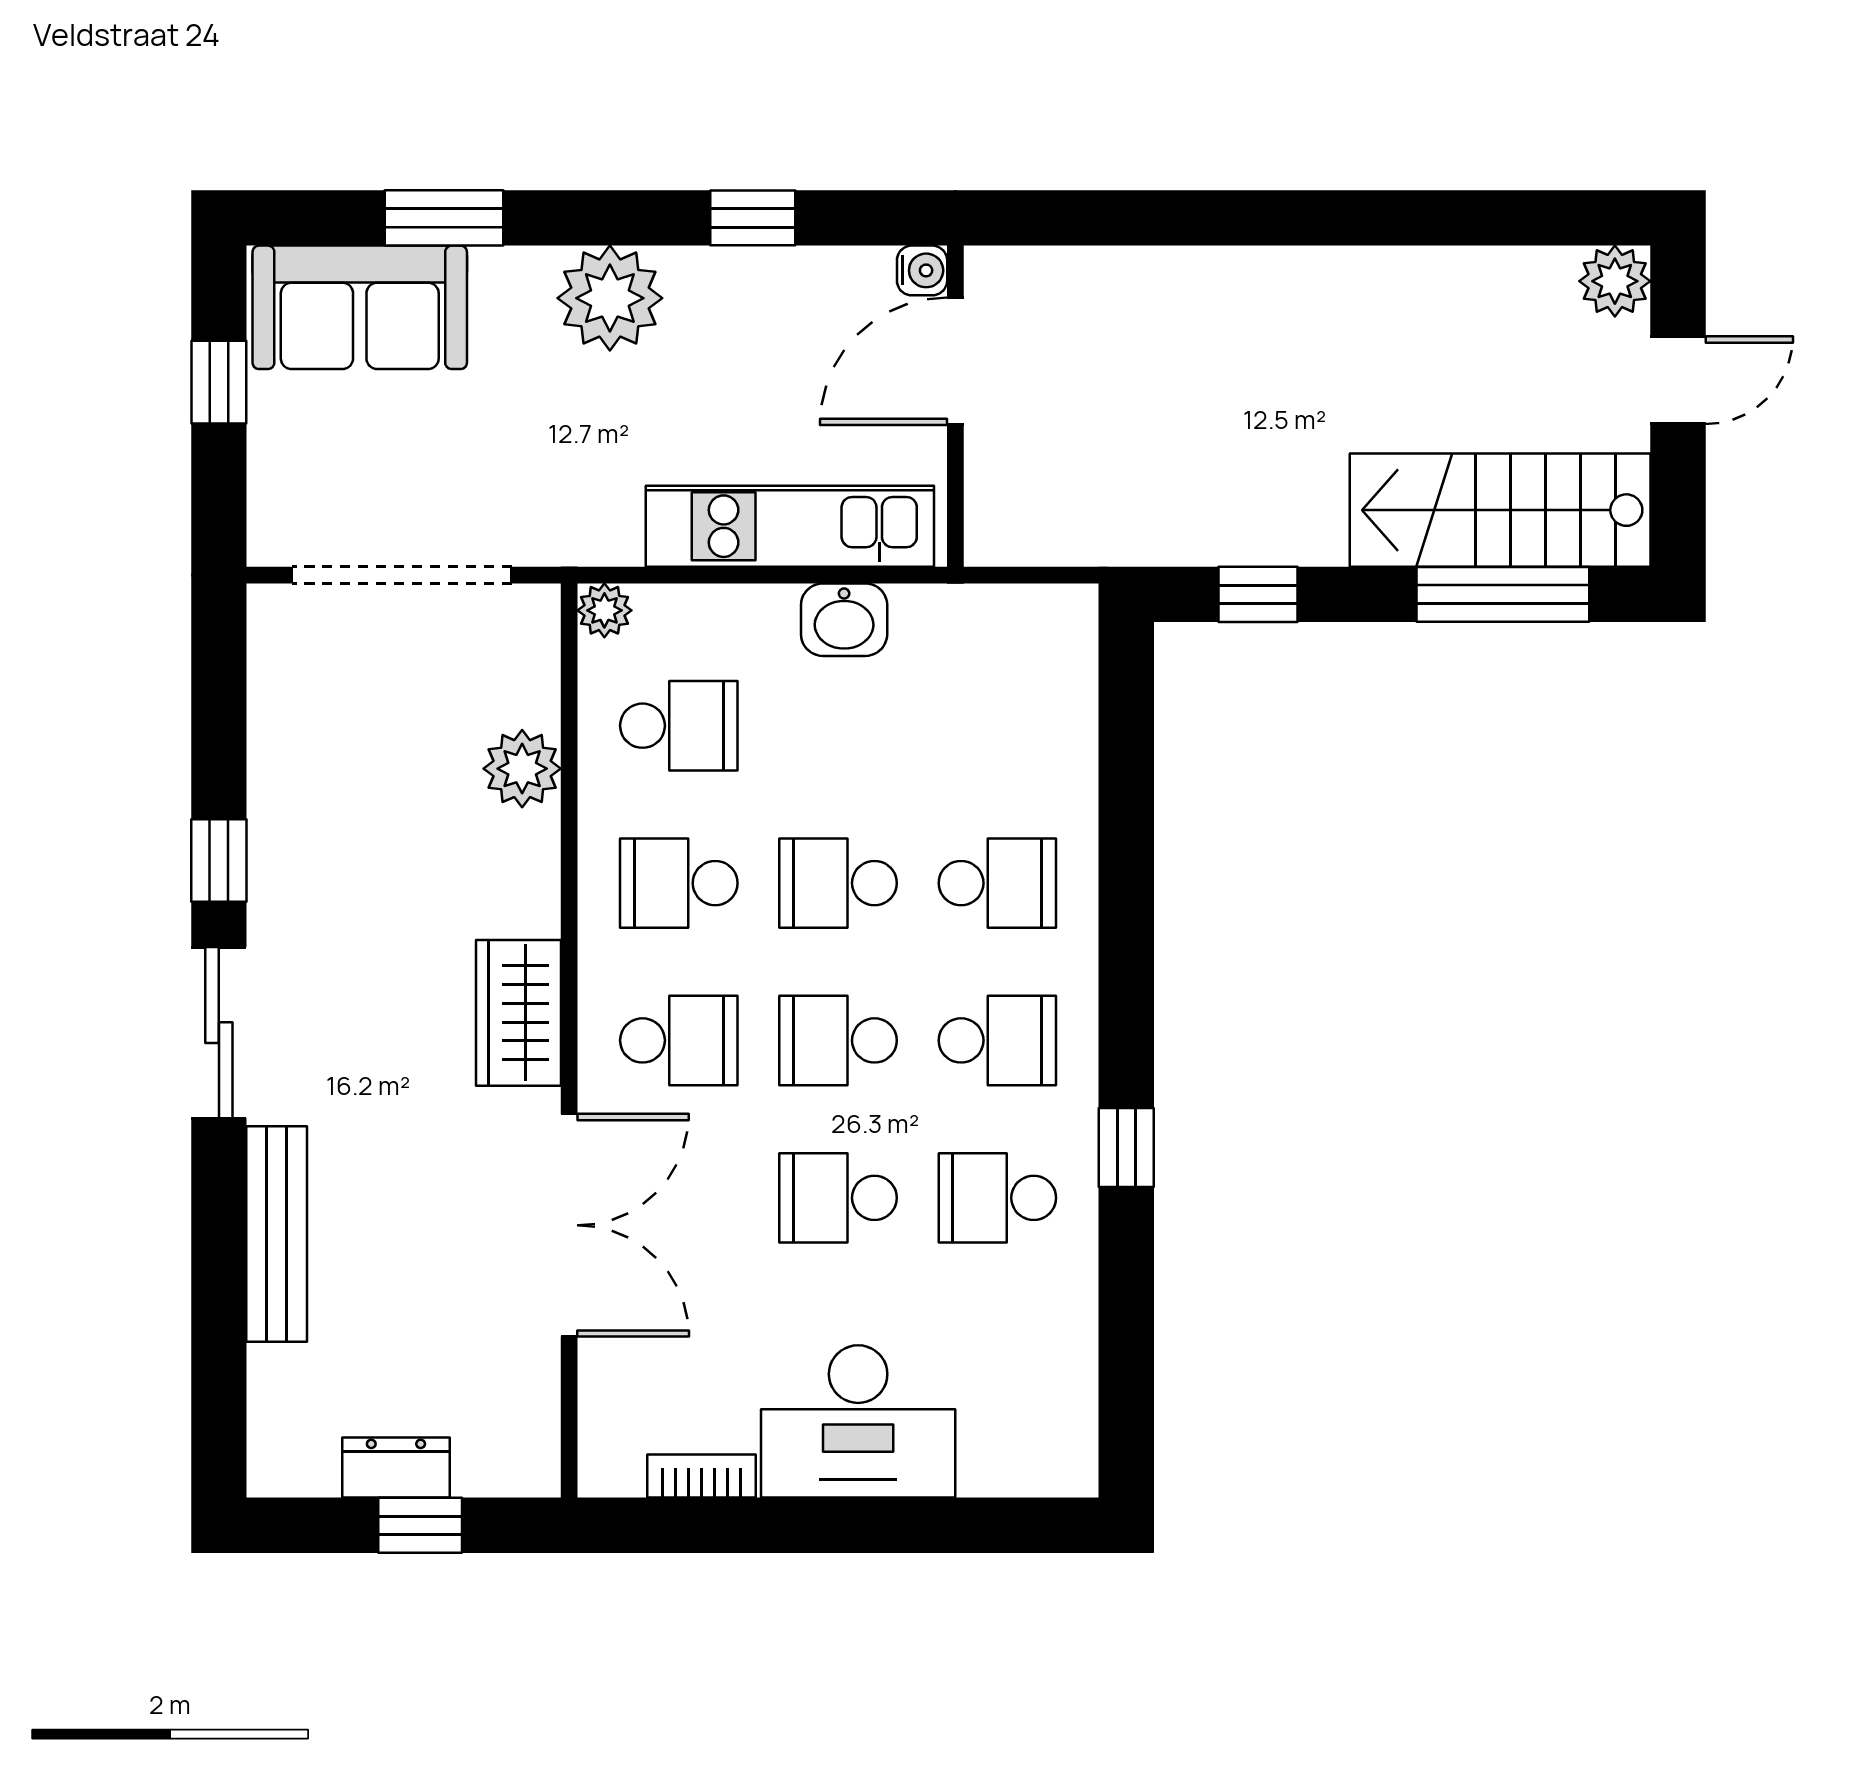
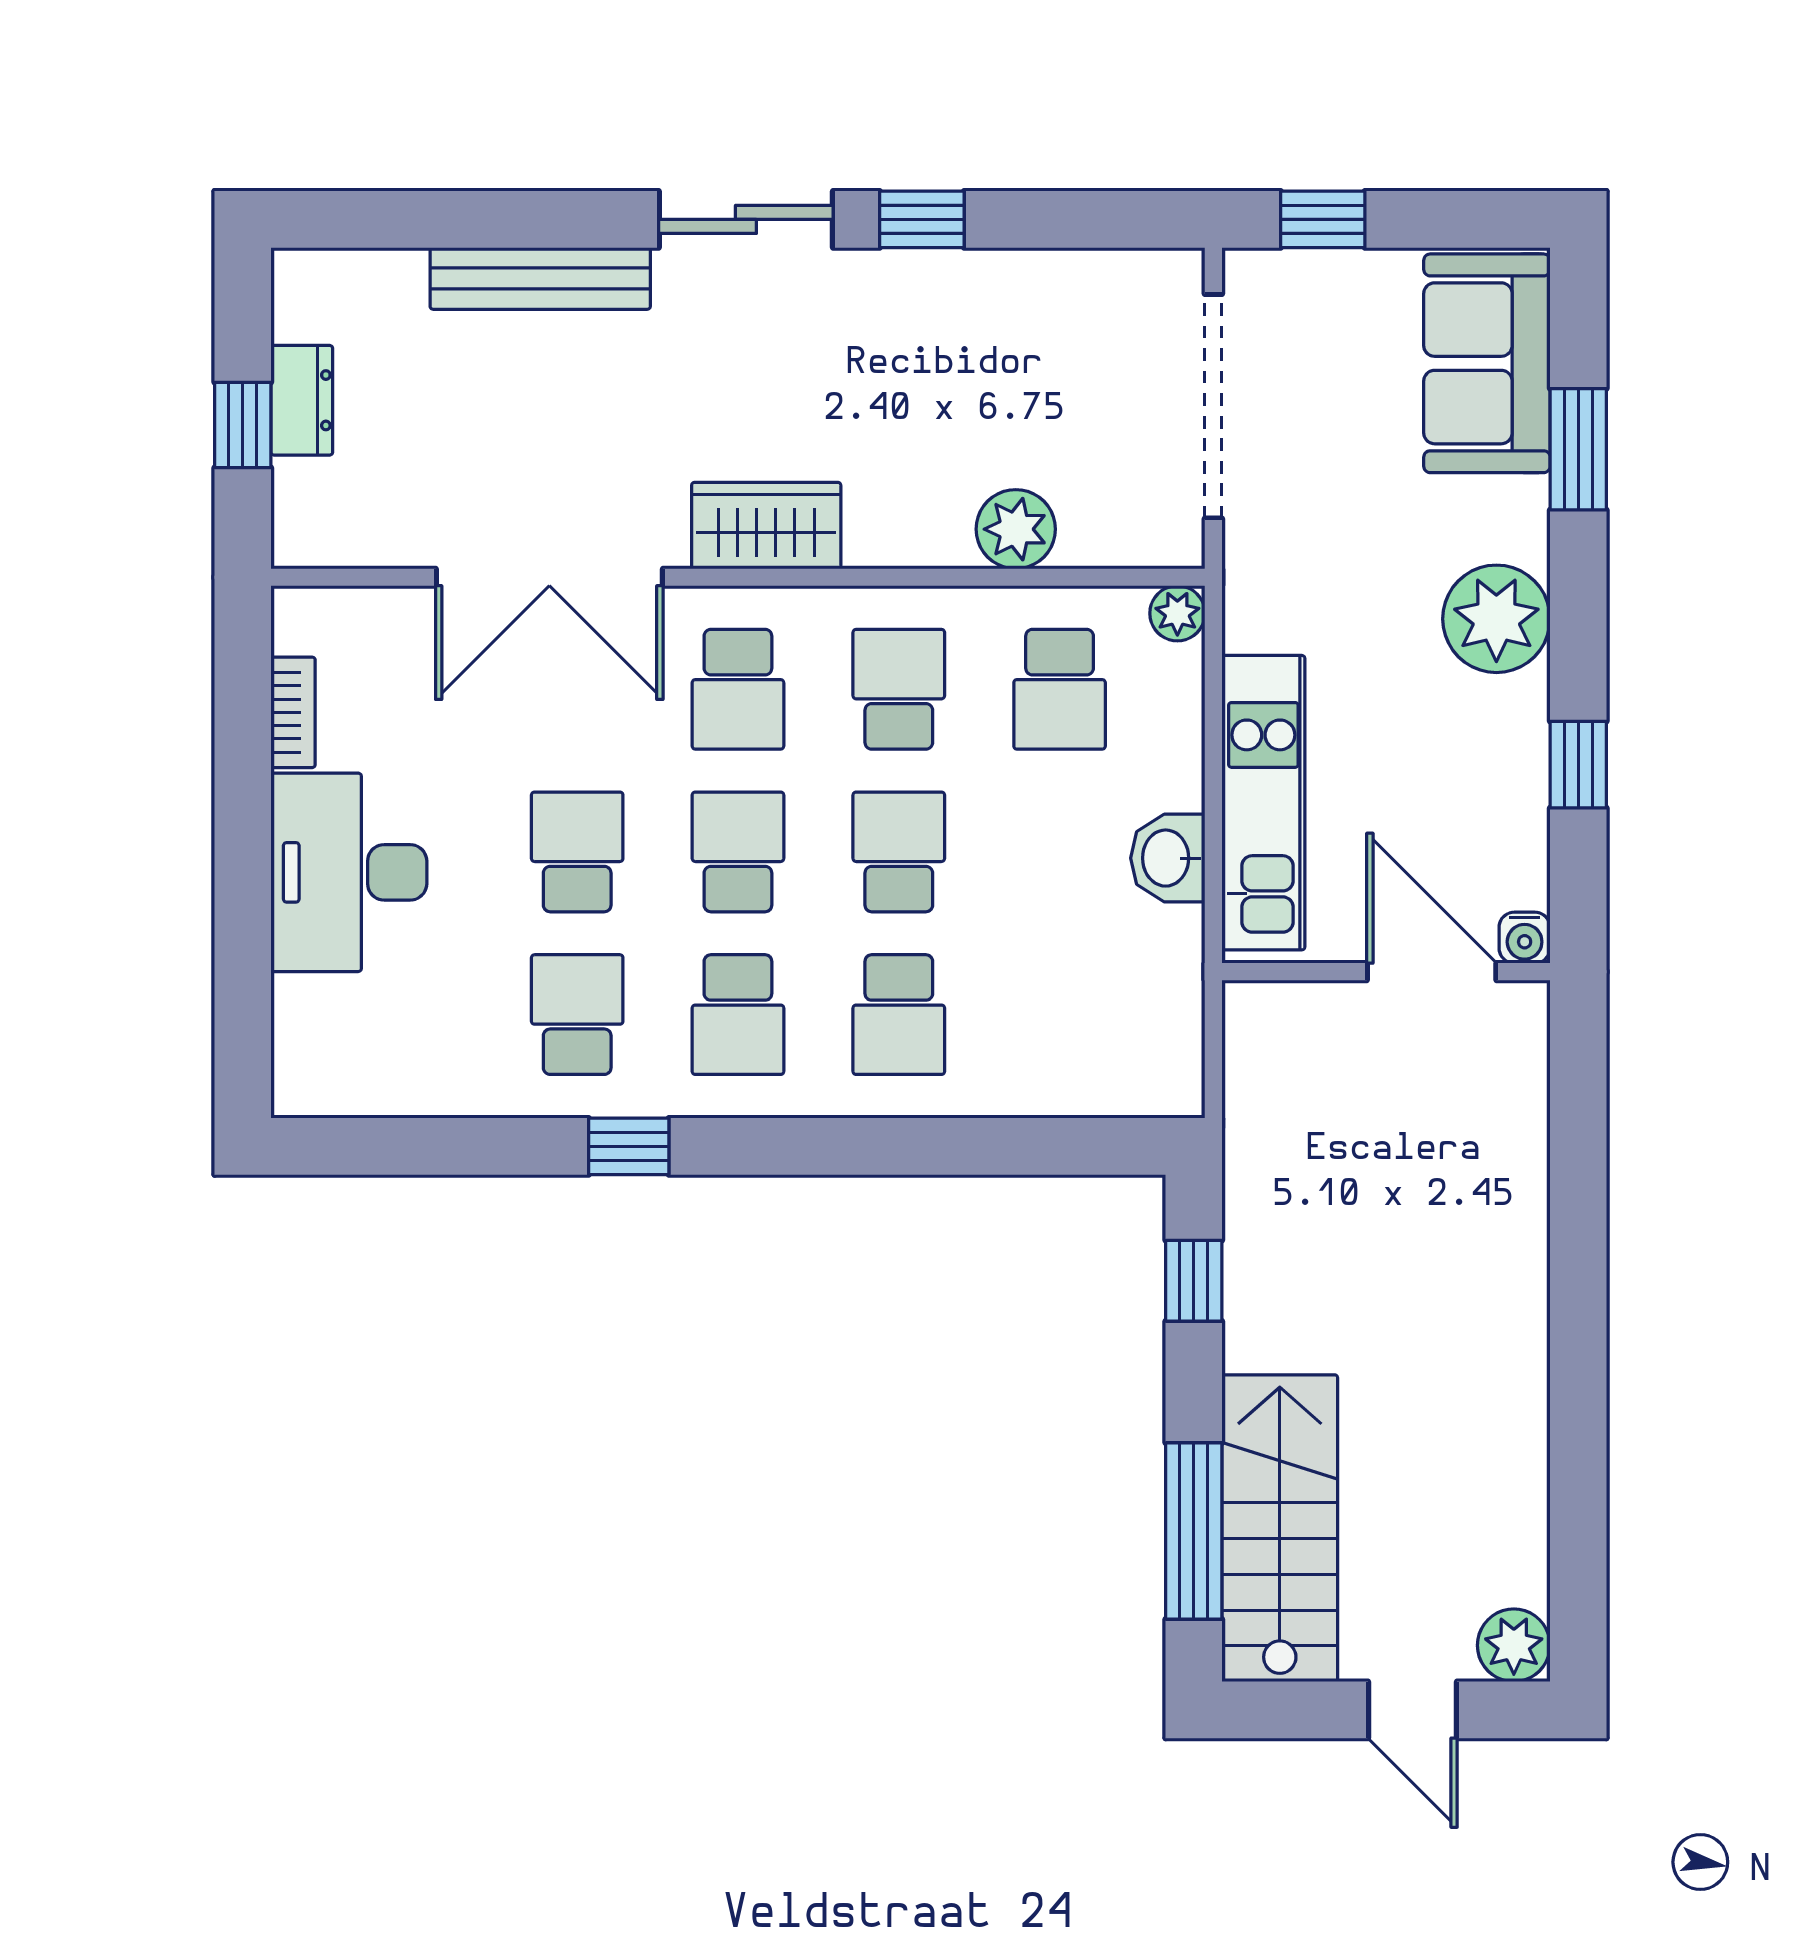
window: (219, 382) -> (1323, 219), moved

